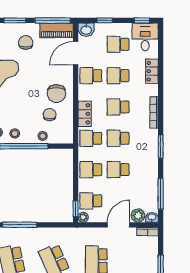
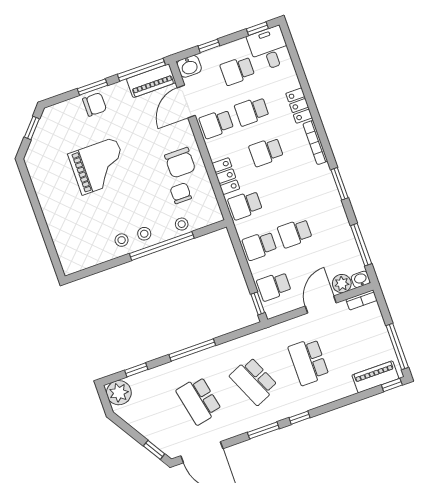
chair: (26, 42) -> (95, 104), moved, turned 90
locker: (152, 71) -> (299, 106), moved
school desk: (118, 138) -> (281, 192), removed
plant: (83, 217) -> (271, 311), removed

